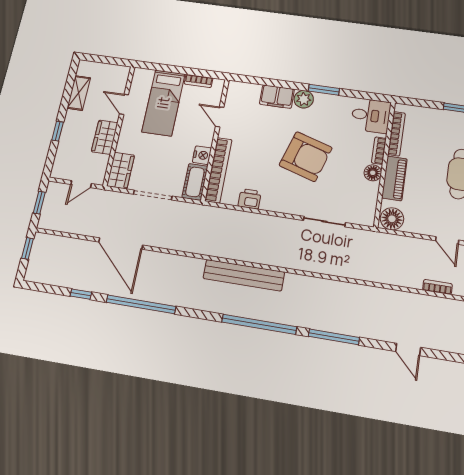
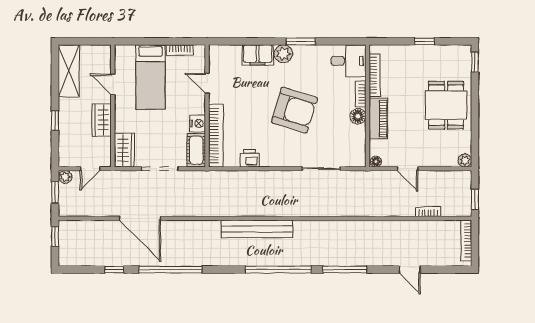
shelving: (79, 93) -> (69, 71), width x1.50, depth x1.33
plant: (54, 188) -> (65, 177), added
floor lamp: (392, 219) -> (376, 162), width x0.53, depth x0.53
door: (447, 240) -> (408, 169), moved

